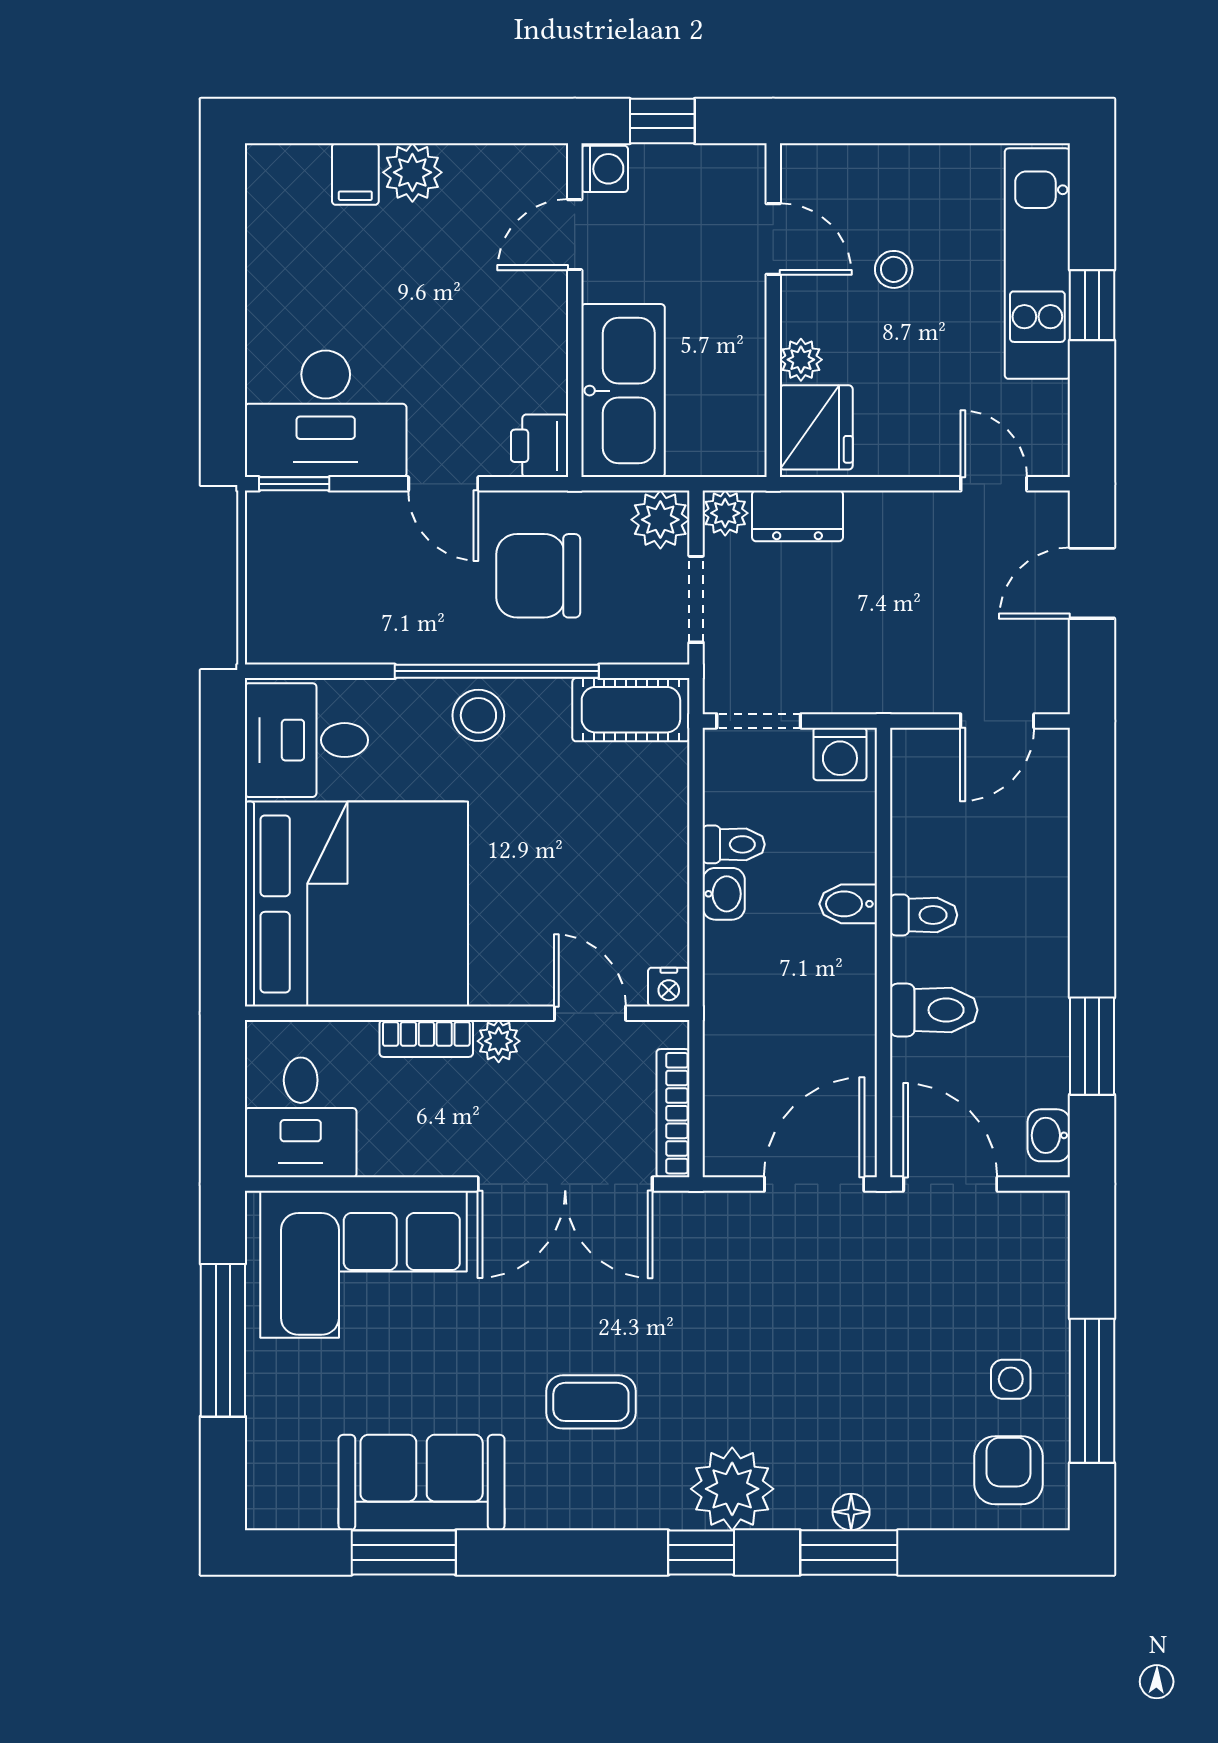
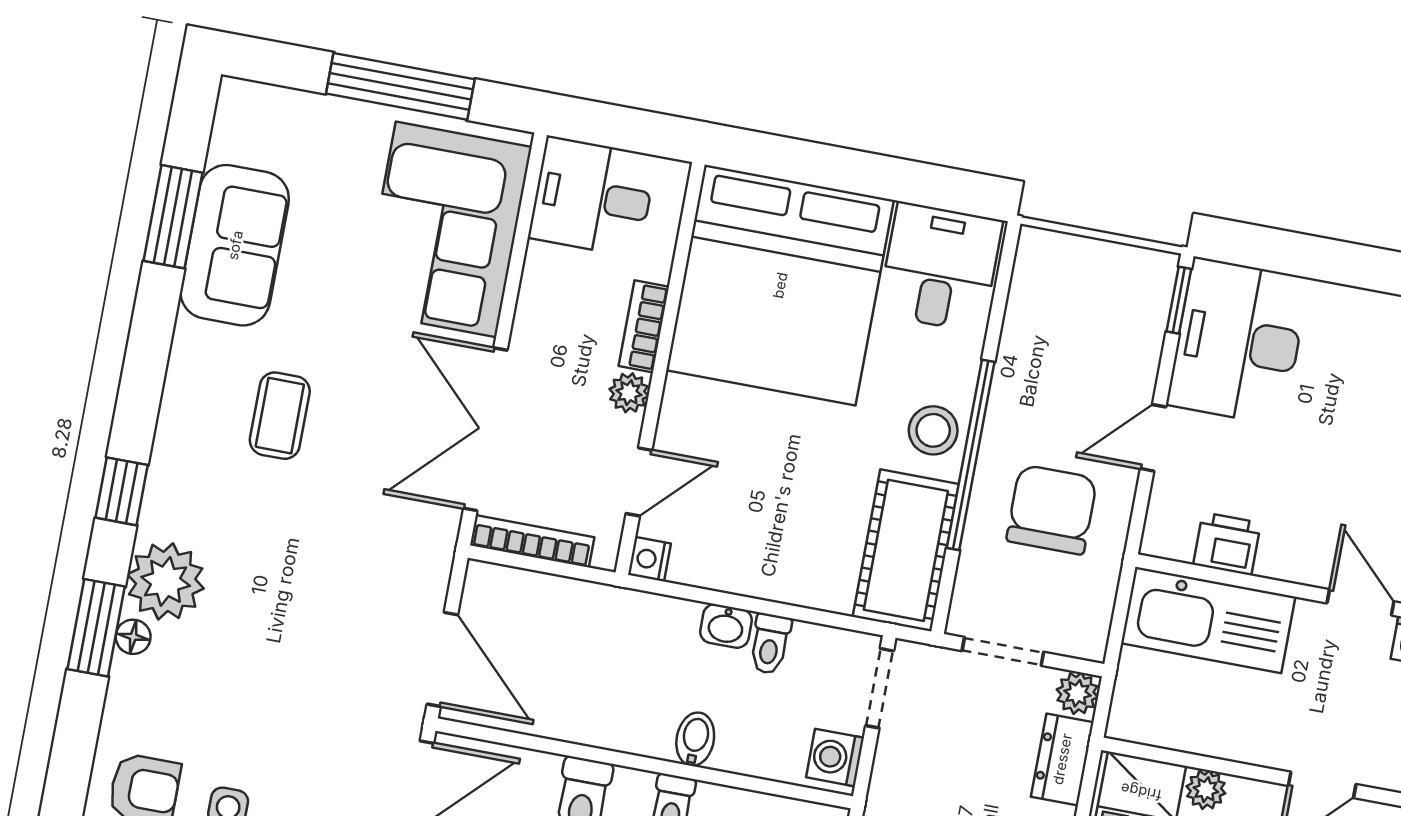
printer: (540, 446) -> (1227, 544), moved
plant: (660, 520) -> (1083, 632), removed
cot: (631, 710) -> (906, 550), width x1.37, depth x1.34
plant: (732, 1489) -> (166, 581), moved

